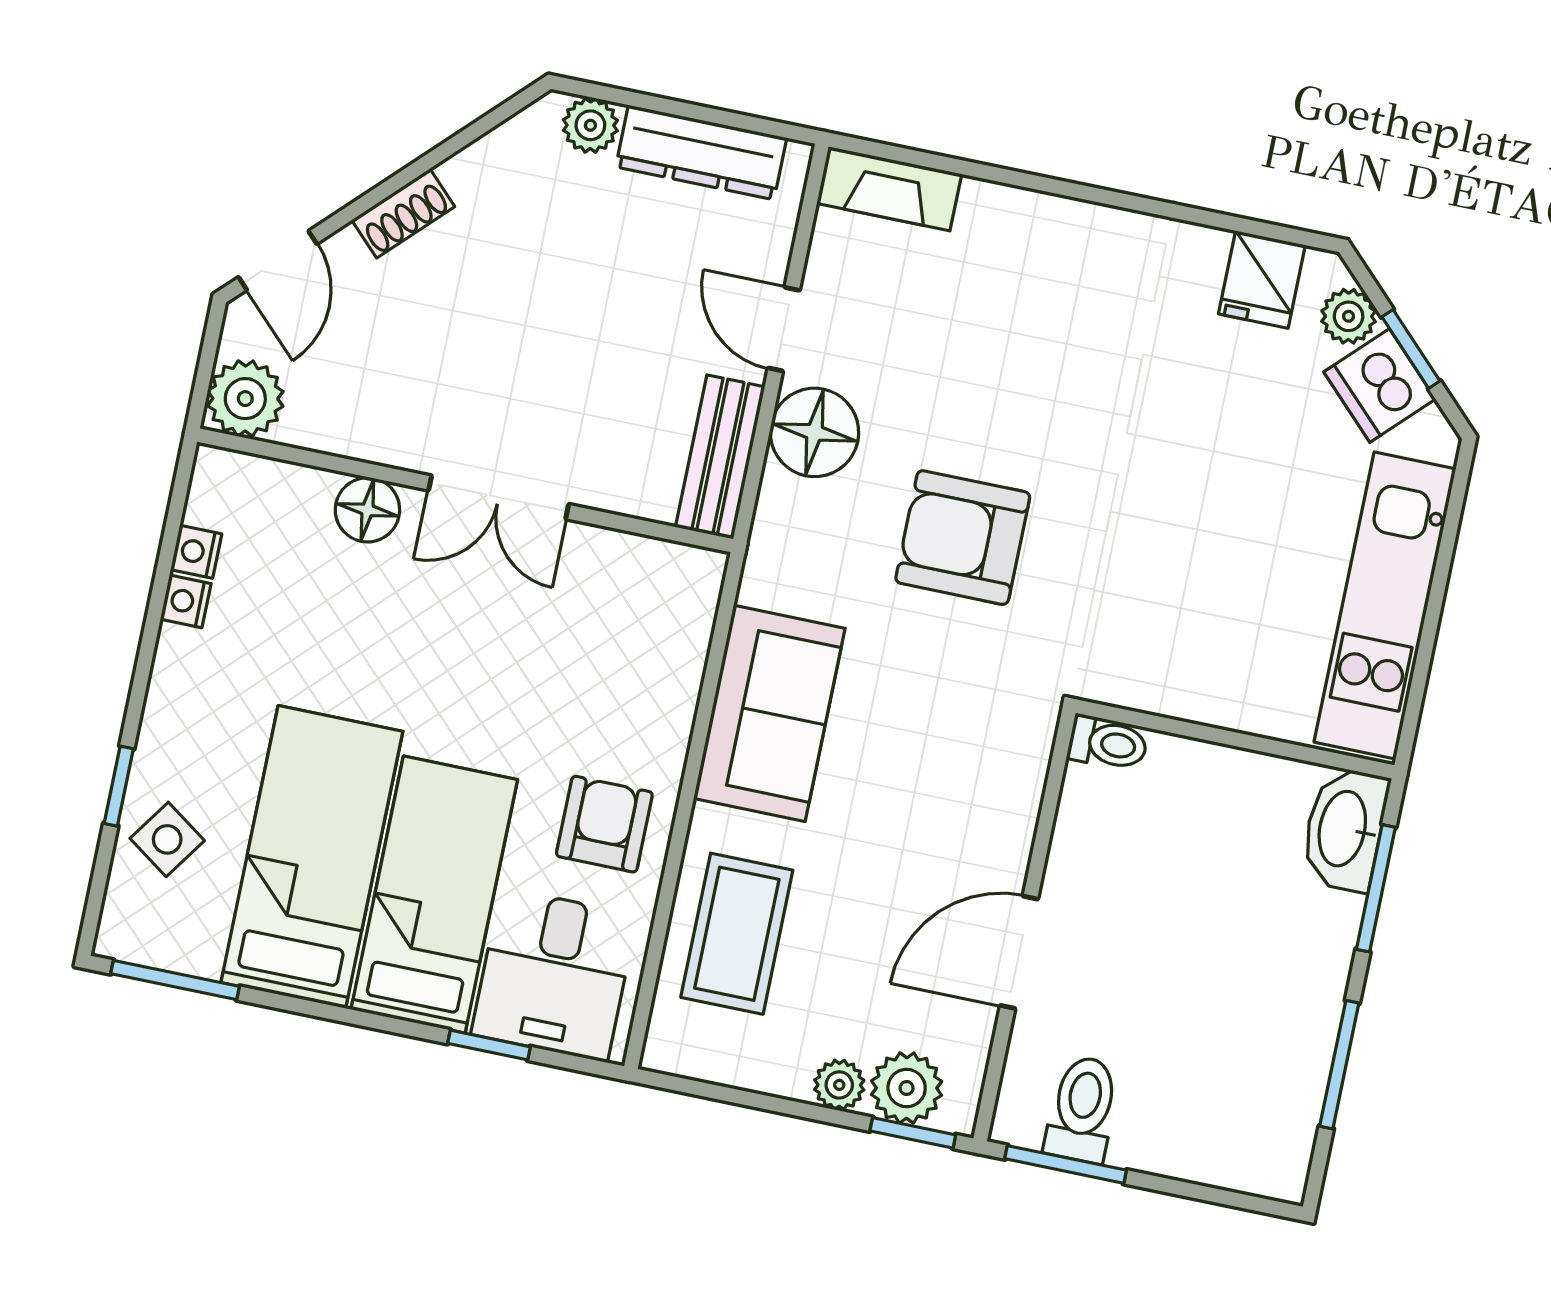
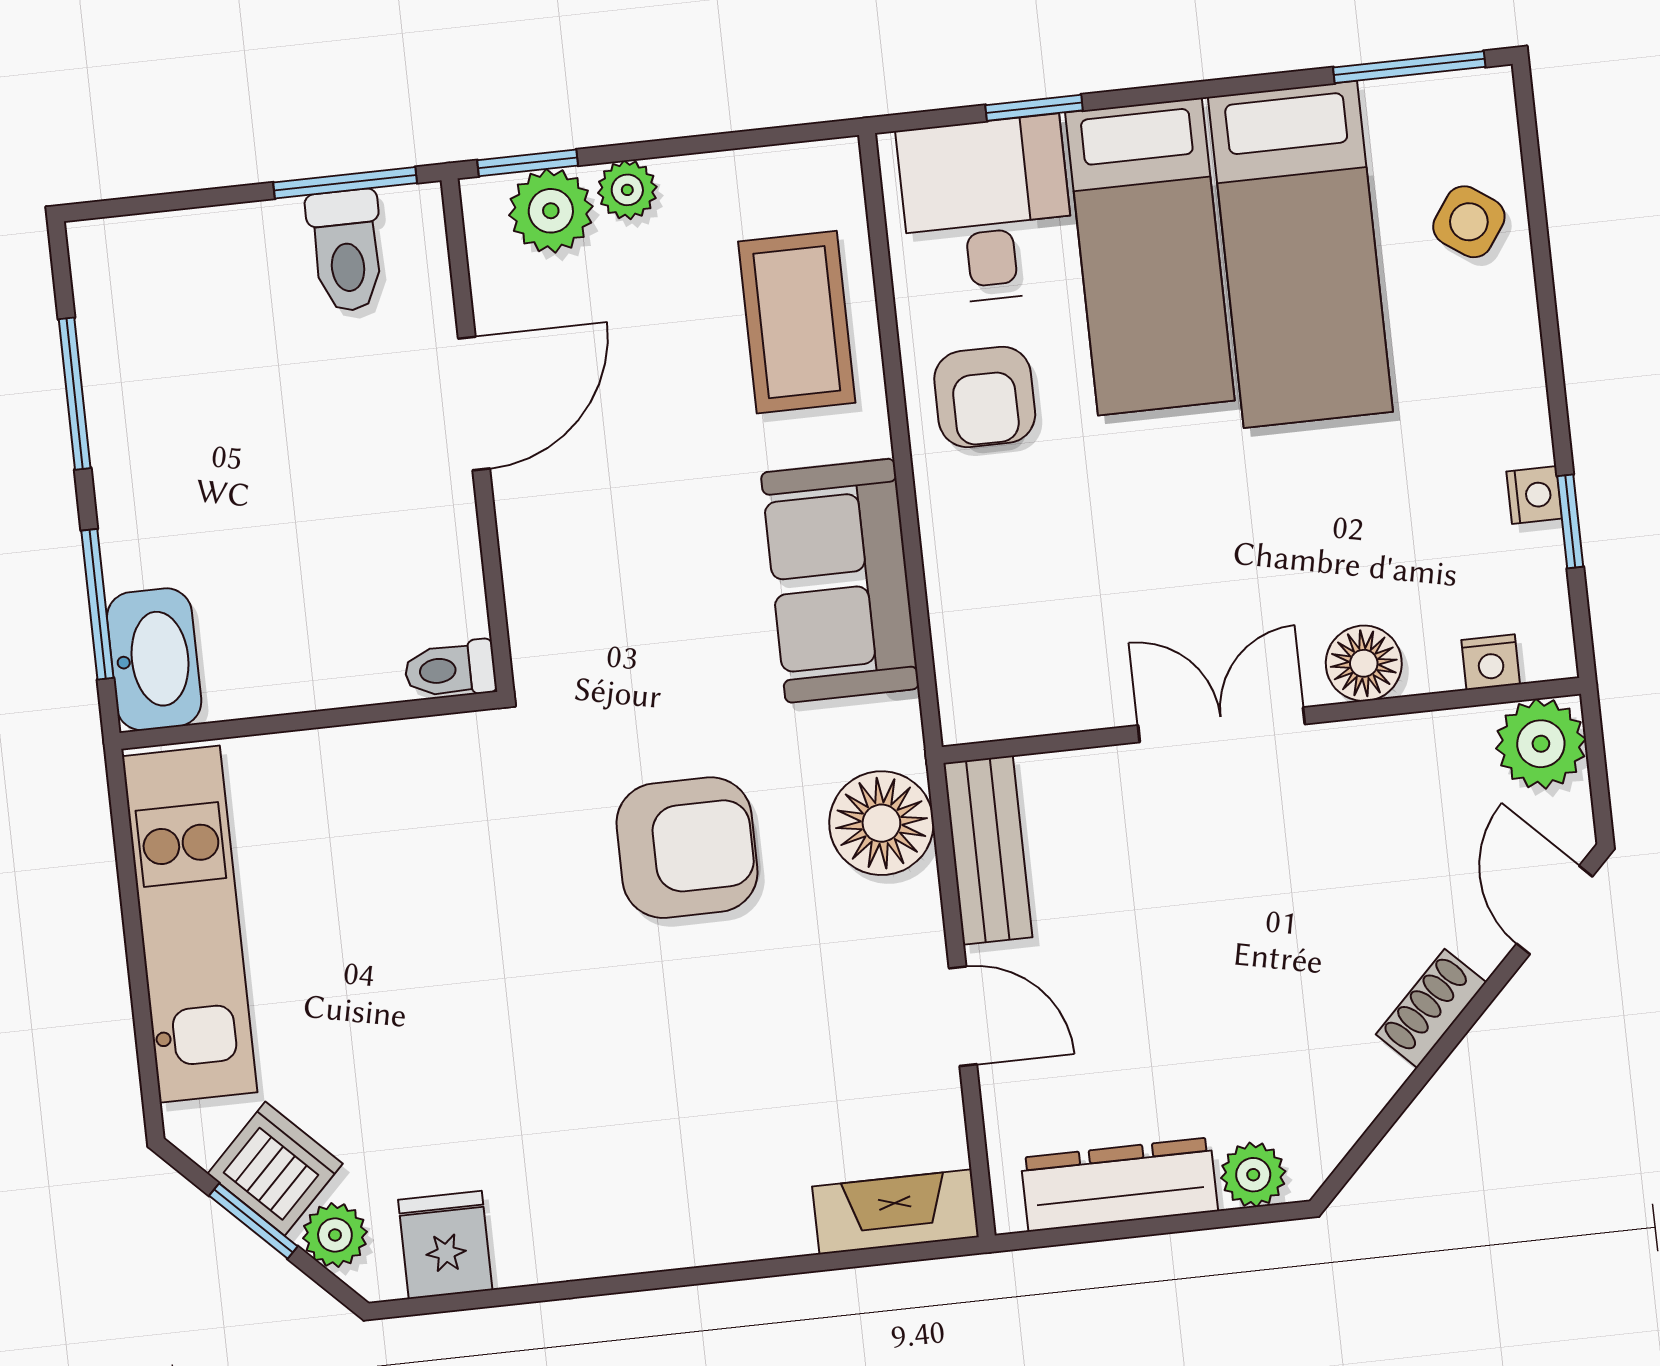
floor lamp: (814, 432) -> (881, 823), moved
nightstand: (196, 552) -> (1491, 662), moved, turned 90
window: (119, 786) -> (1570, 521), moved

